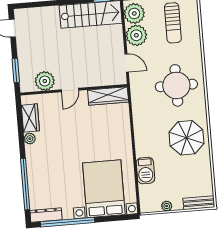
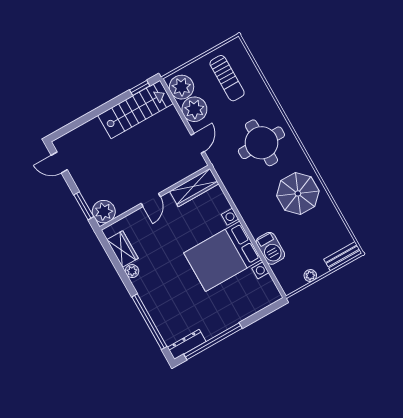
door: (127, 63) -> (198, 143), hinge flipped
plant: (45, 81) -> (104, 212), moved
bed with nightstands: (104, 189) -> (223, 256), moved, turned -90

